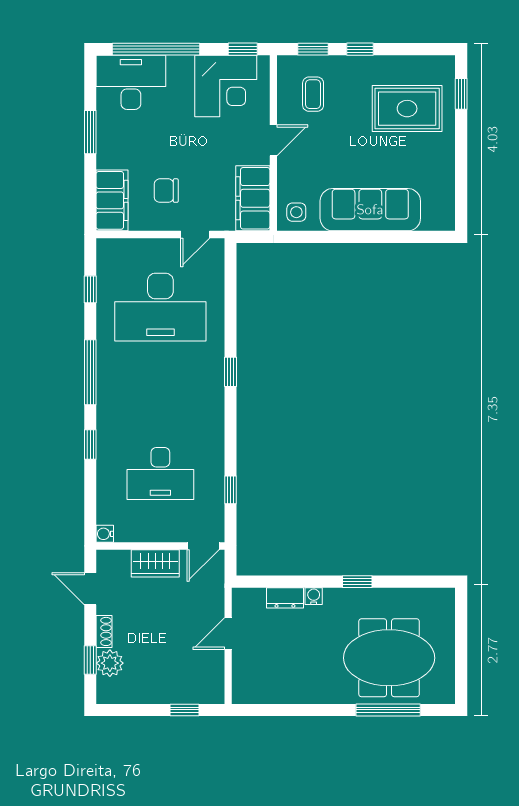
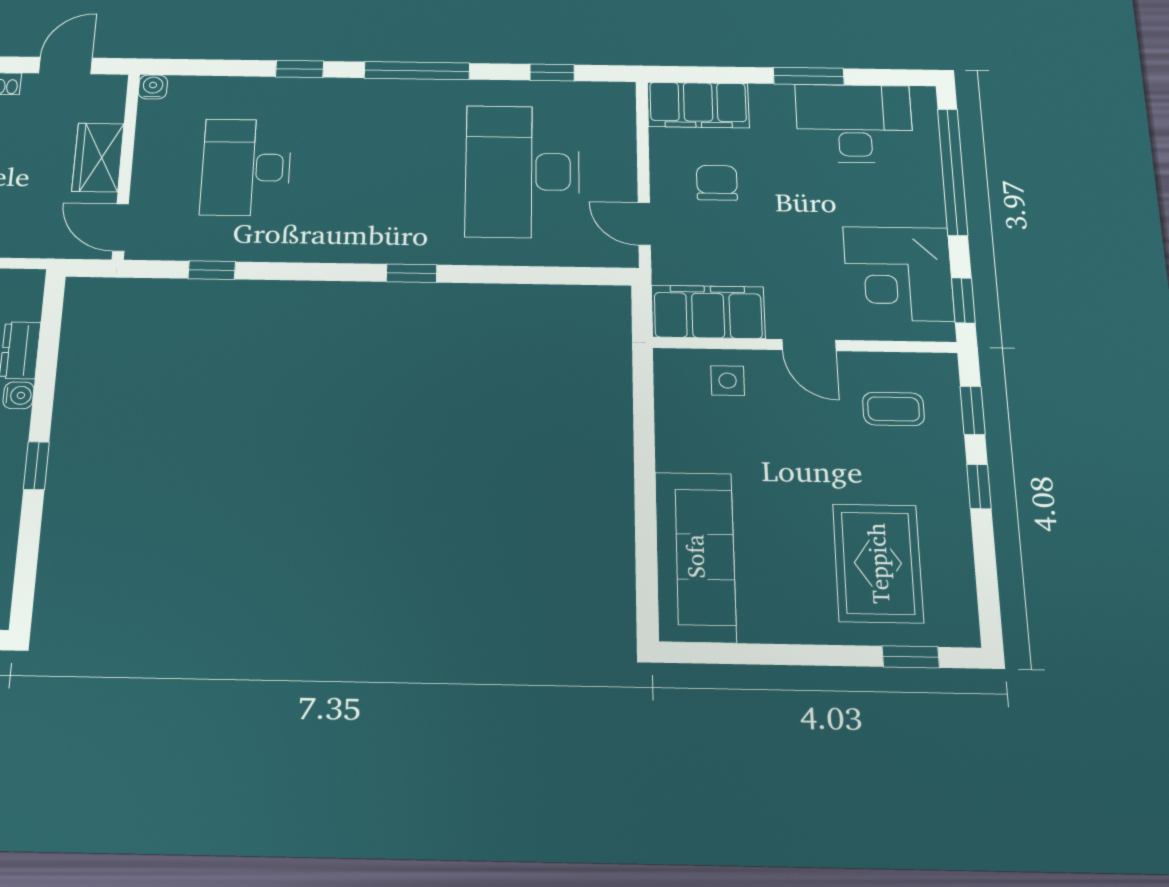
desk: (131, 82) -> (854, 123), moved, turned -90
sofa: (370, 210) -> (695, 556), moved
side table: (296, 212) -> (728, 381), moved

